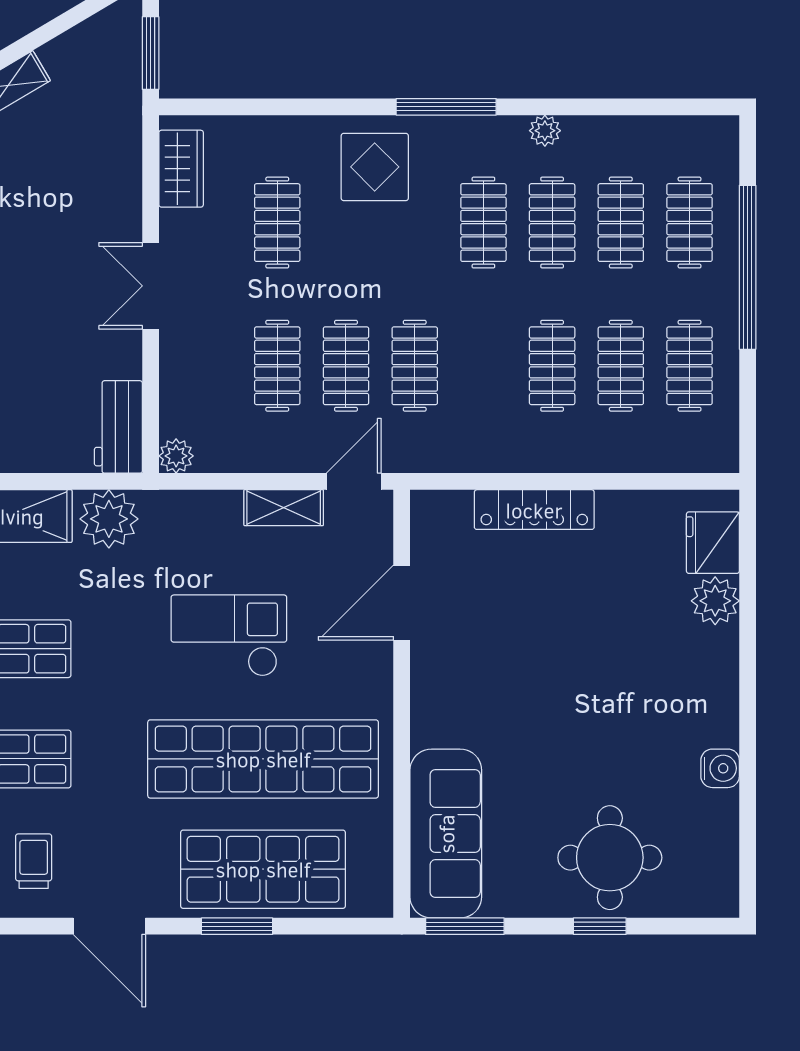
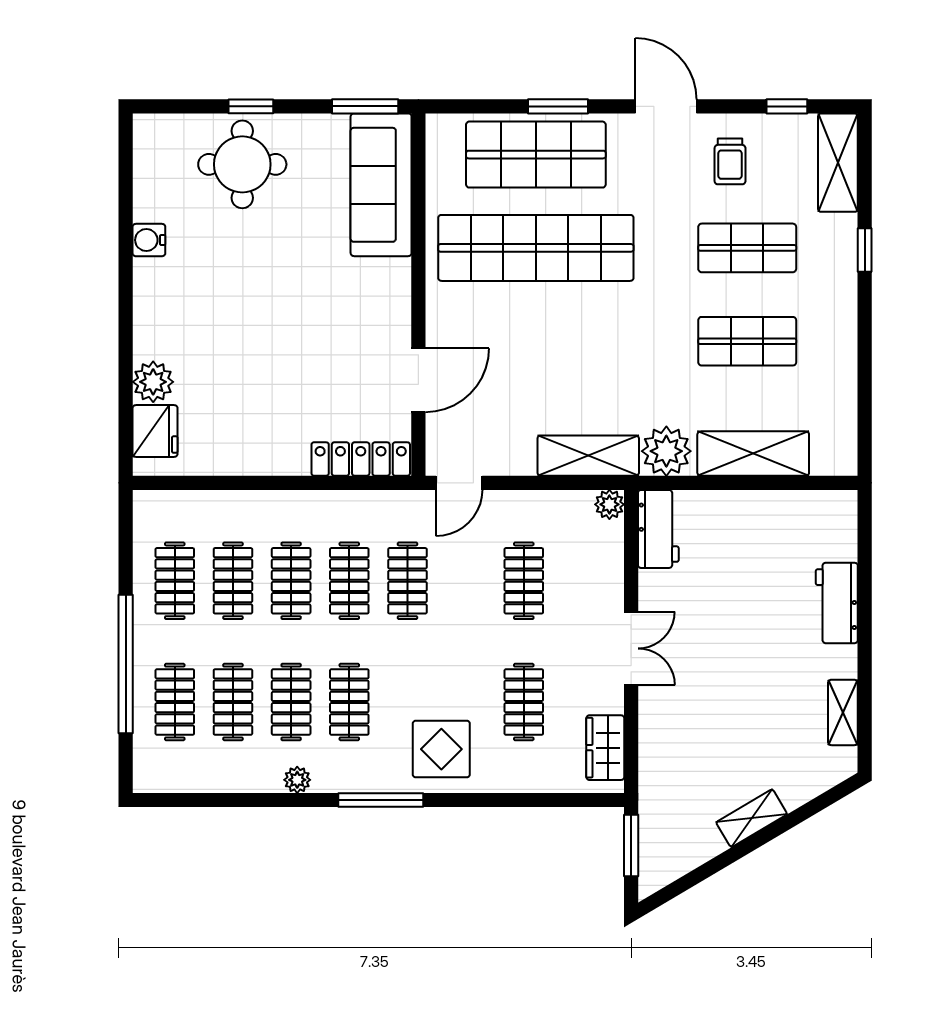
clothes rail: (346, 366) -> (349, 581), moved
shelving: (284, 508) -> (588, 456), moved, width x1.50, depth x1.33
locker: (534, 510) -> (361, 459), moved
checkout: (229, 636) -> (565, 352), removed

